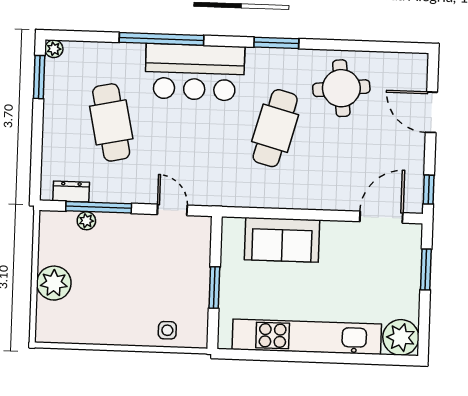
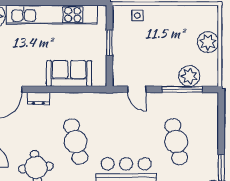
cafe table: (275, 128) -> (76, 142), turned -30
dresser: (71, 192) -> (38, 98), moved
plant: (86, 221) -> (189, 76), width x1.87, depth x1.87

